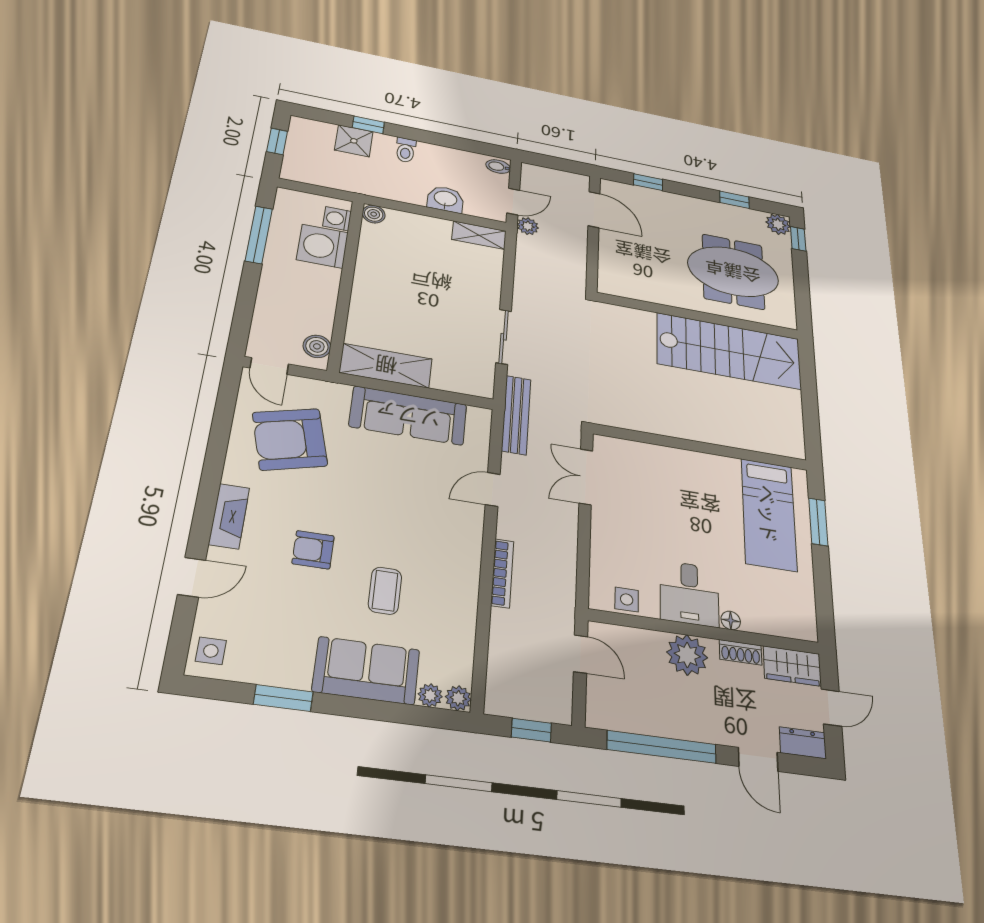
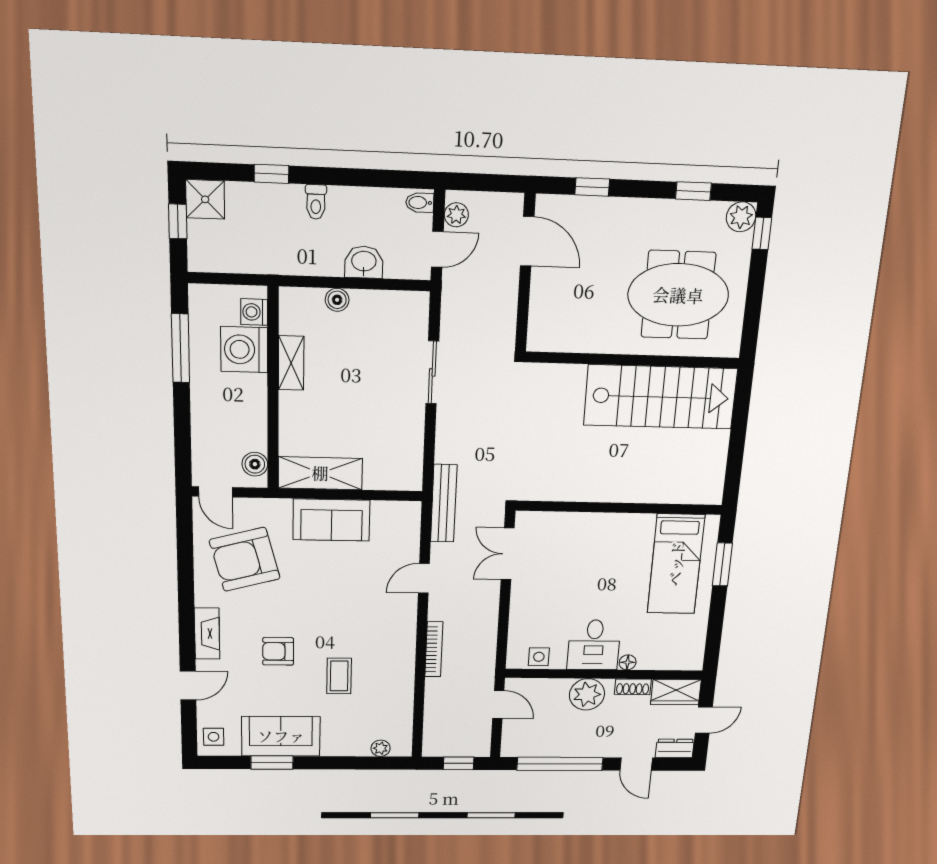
shower: (354, 141) -> (205, 199), moved
boiler: (374, 214) -> (337, 300), moved
plant: (528, 226) -> (456, 215), moved
shelving: (479, 235) -> (291, 363), moved, turned 90
sliding door: (504, 337) -> (432, 372), moved
sofa: (408, 416) -> (331, 520), width x0.73
sofa: (366, 671) -> (281, 736), moved
plant: (458, 698) -> (402, 748), removed

